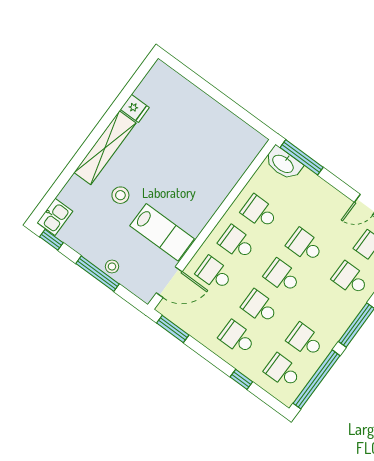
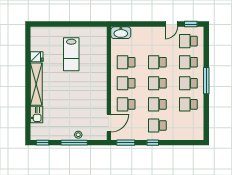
window: (302, 157) -> (127, 24), removed
stool: (120, 195) -> (59, 100), removed
kitchen sink: (55, 217) -> (37, 115), moved
lab bench: (162, 232) -> (71, 54), moved, turned 90
school desk: (283, 371) -> (188, 83), moved
window: (241, 379) -> (153, 143), moved
window: (316, 379) -> (206, 118), removed

